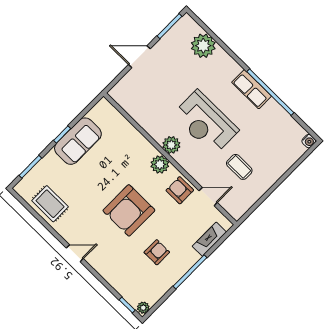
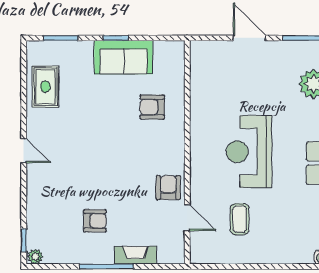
plant: (171, 145) -> (200, 141), removed
plant: (160, 164) -> (174, 148), removed
armchair: (129, 210) -> (152, 107), moved, width x0.53, depth x0.53
fireplace: (209, 239) -> (135, 255), moved

